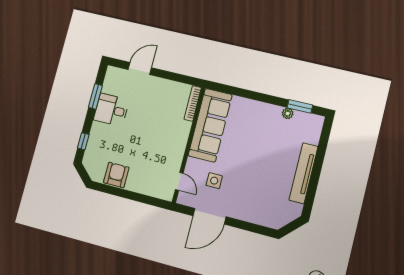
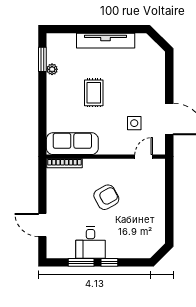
sofa: (210, 125) -> (72, 144), width x0.74, depth x0.79
window: (83, 141) -> (109, 262), moved
rug: (254, 149) -> (94, 93), added
armchair: (116, 175) -> (106, 197), moved, turned 151

